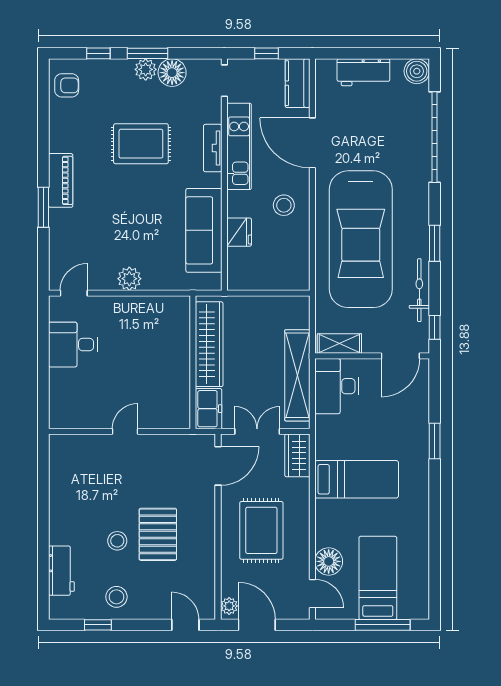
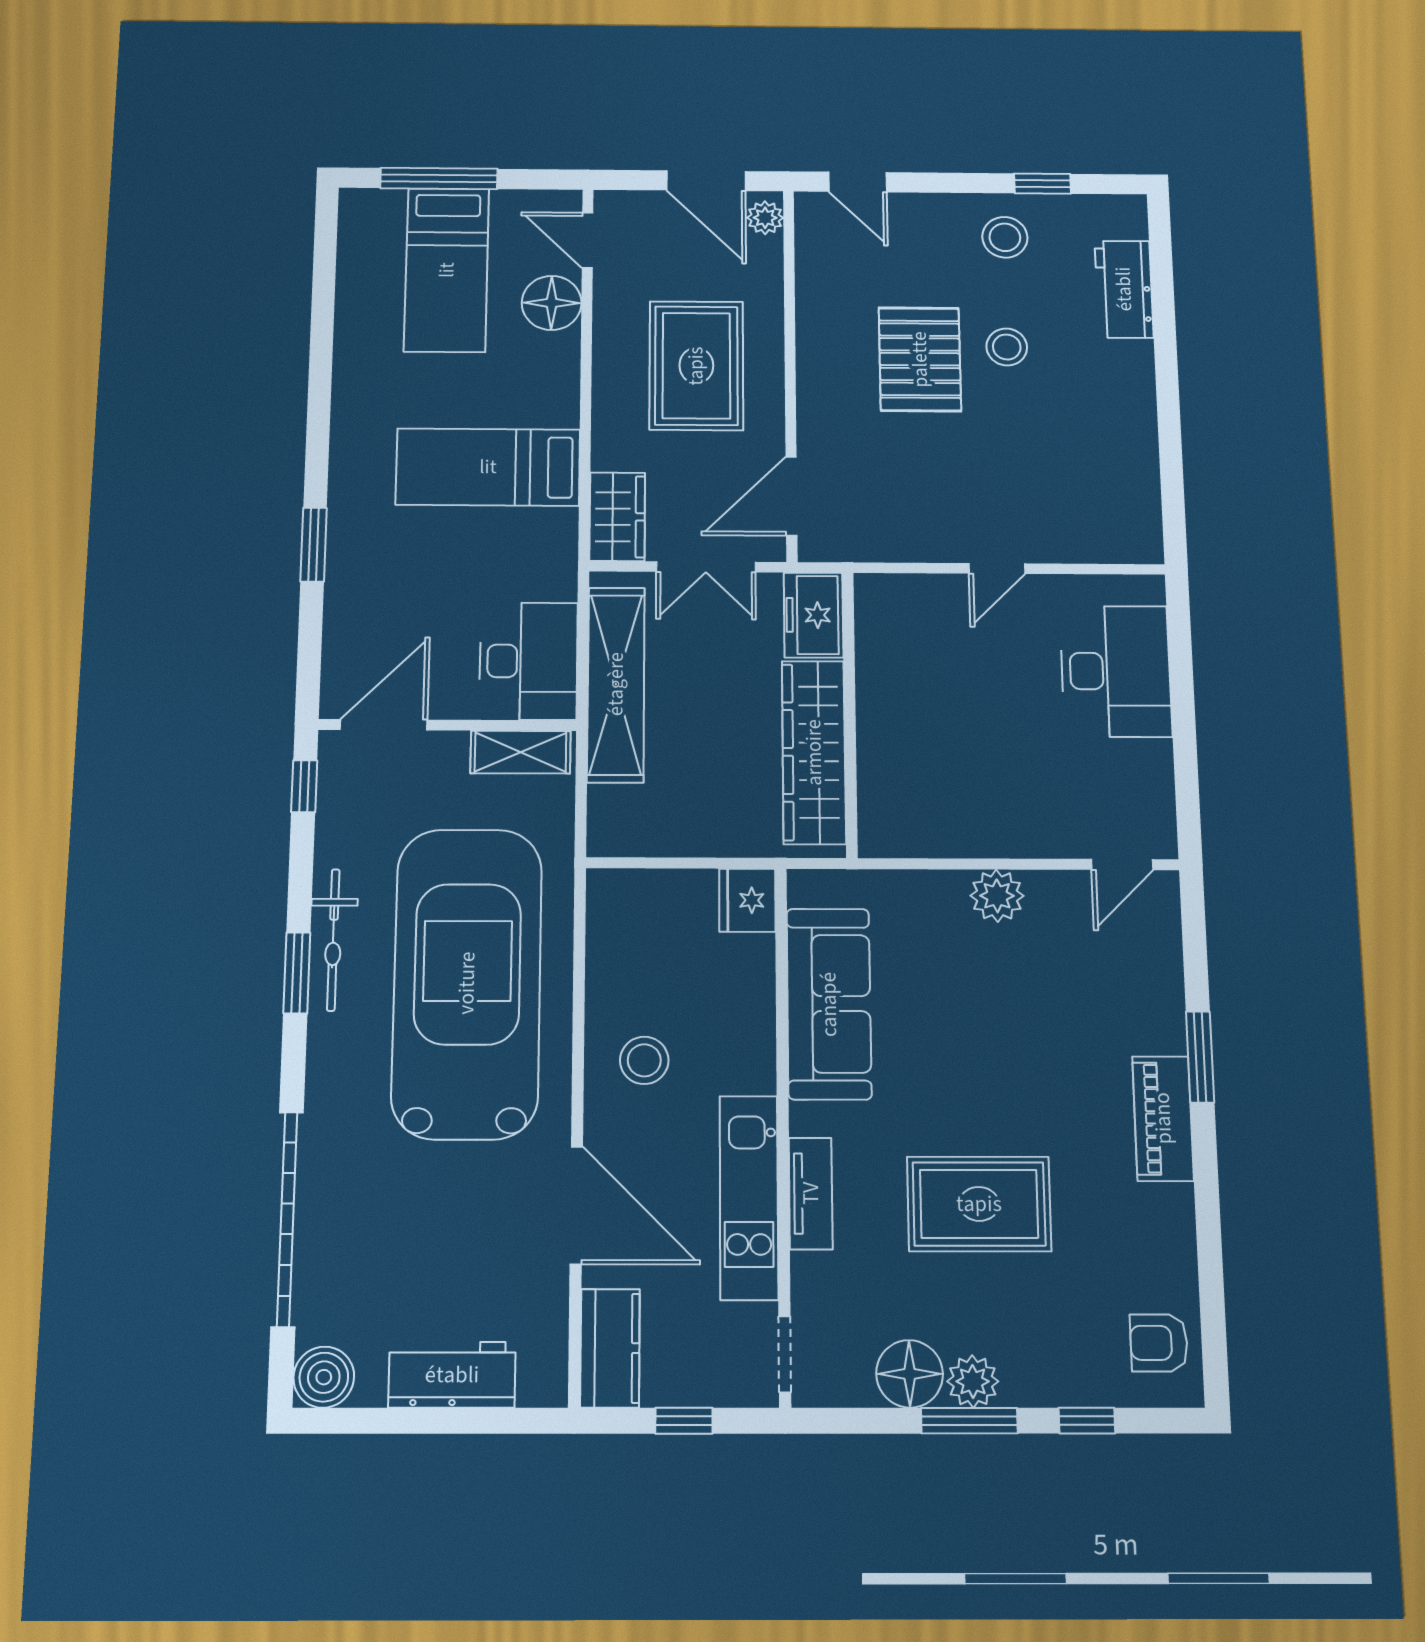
fridge: (239, 232) -> (747, 900), moved
bicycle: (419, 290) -> (333, 940), moved
desk: (73, 345) -> (1116, 671), moved, width x1.37

